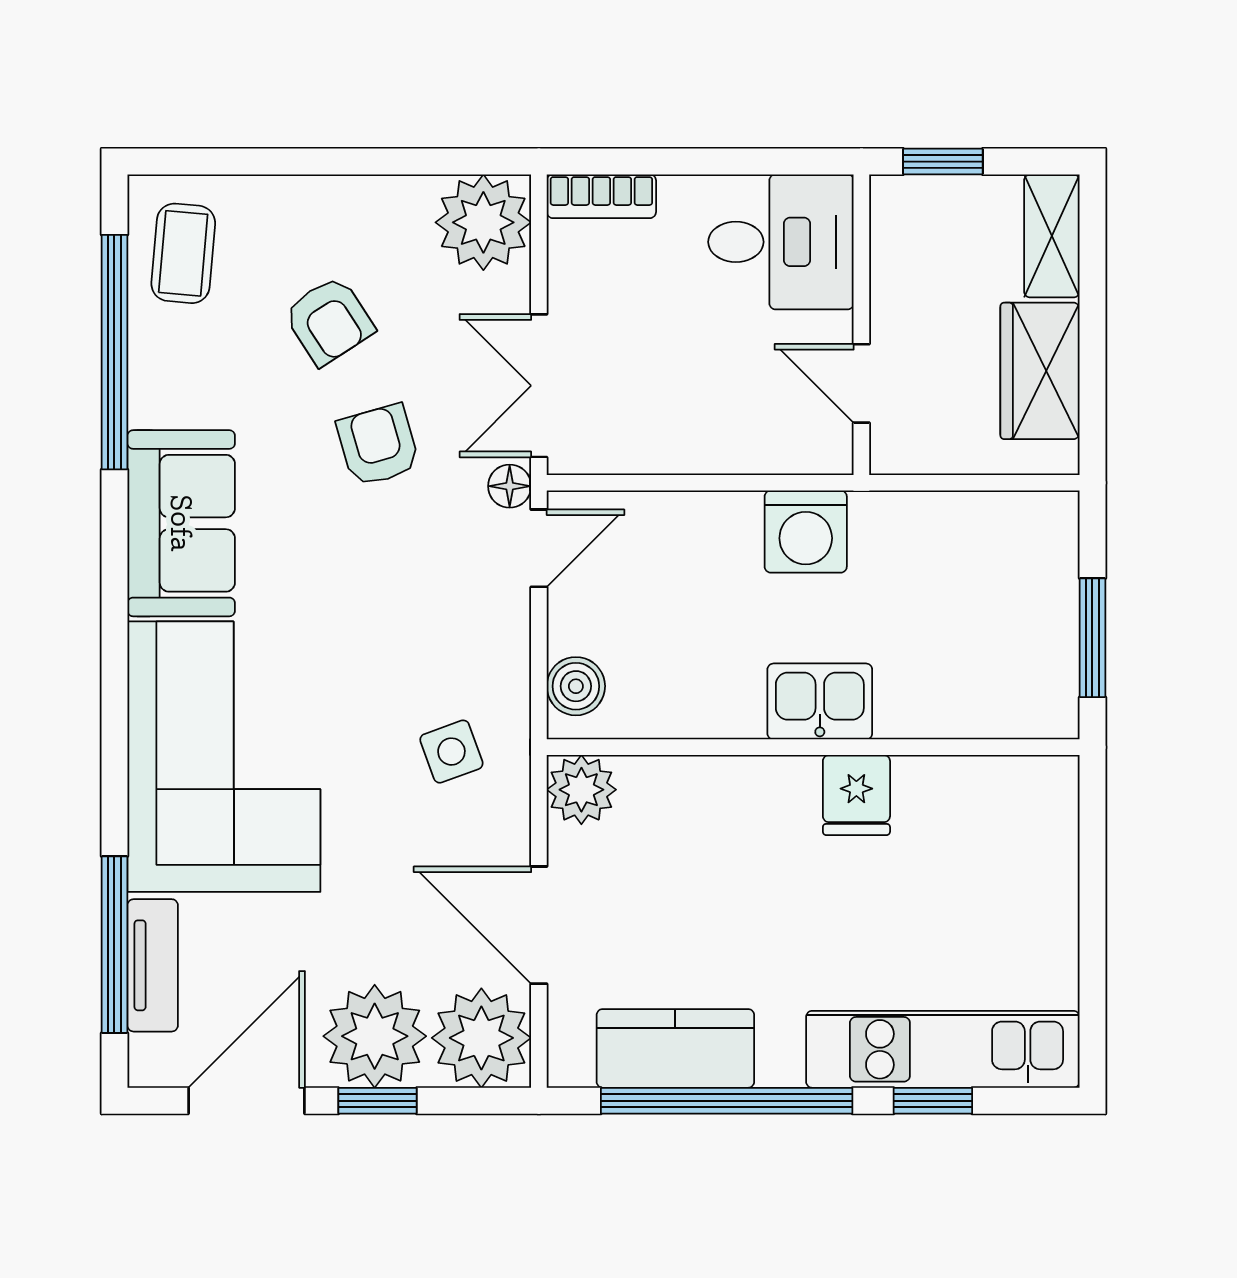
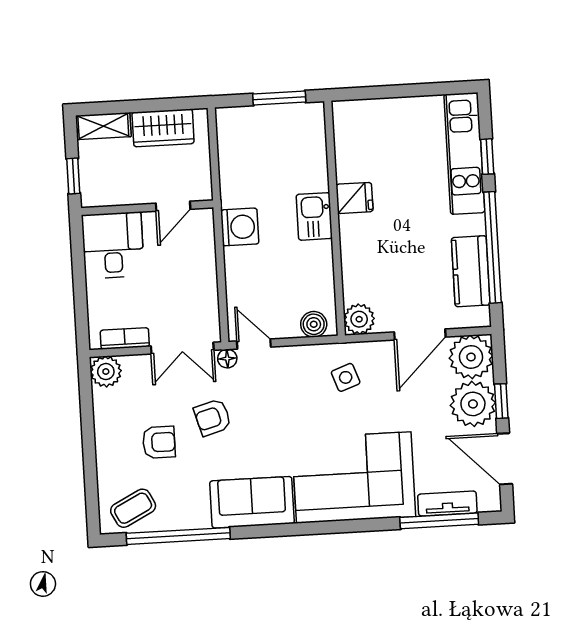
bookcase: (601, 196) -> (125, 338), moved, turned -90
plant: (483, 222) -> (106, 372), width x0.73, depth x0.73
coffee table: (183, 253) -> (133, 508), turned -32
armchair: (329, 321) -> (159, 442), turned 33

